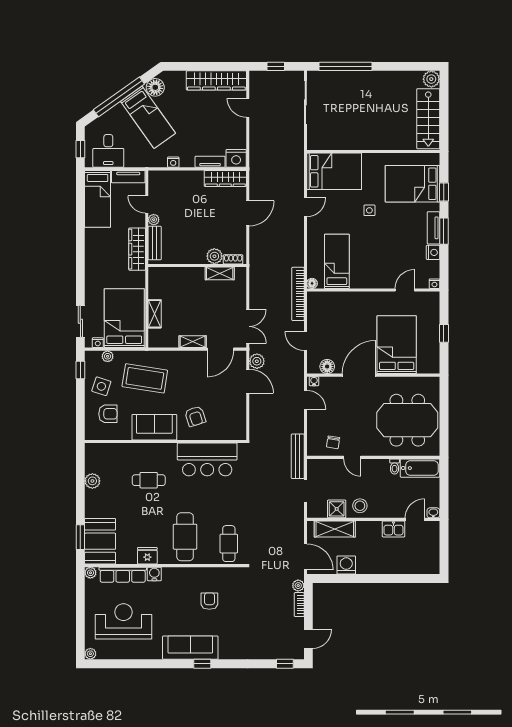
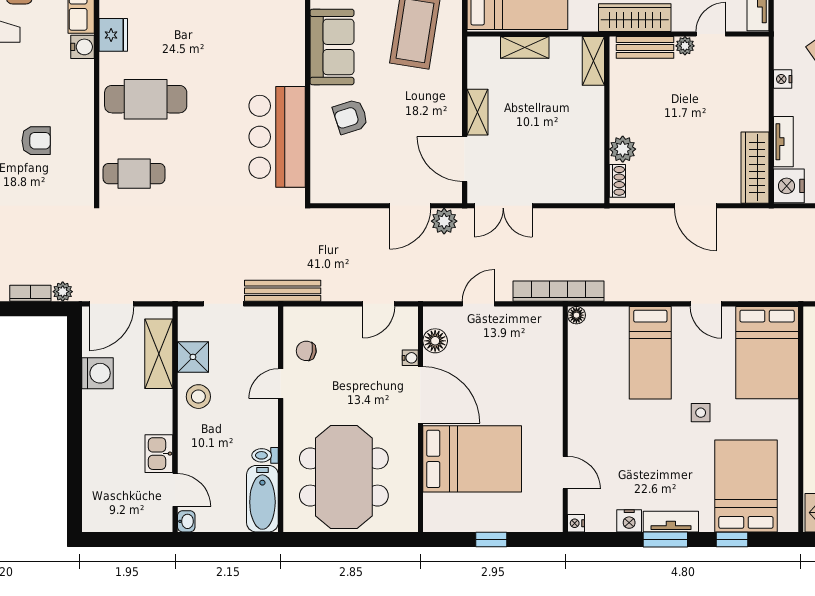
bed: (337, 261) -> (650, 353), moved, turned 90
shelving: (220, 273) -> (593, 61), moved
water cooler: (314, 381) -> (410, 358), moved
cafe table: (149, 480) -> (242, 37), removed

